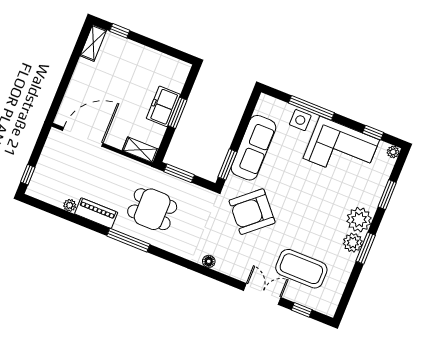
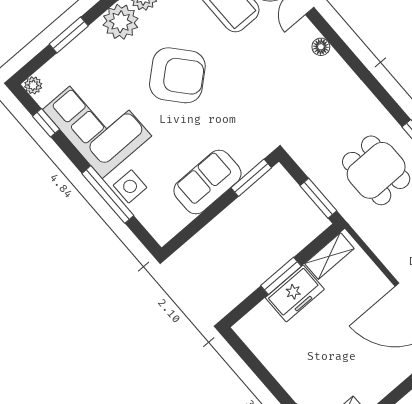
sofa: (253, 148) -> (207, 182), width x0.73
shelving: (140, 150) -> (329, 256), moved, turned 90
armchair: (252, 212) -> (177, 75), moved
floor lamp: (209, 261) -> (321, 47), moved

